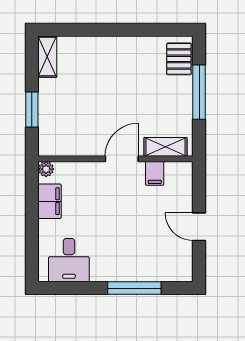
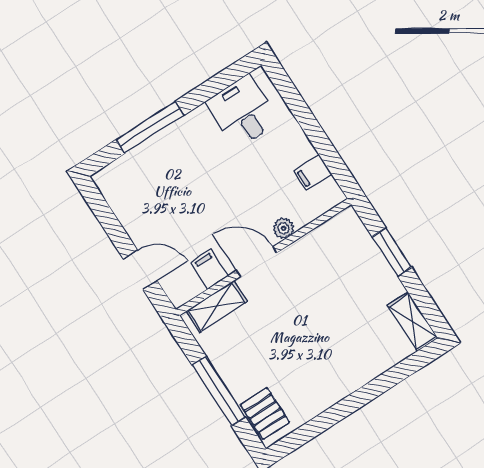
door: (122, 159) -> (257, 262), swing flipped
plant: (46, 169) -> (283, 228), moved
filing cabinet: (49, 201) -> (313, 173), width x0.50
door: (199, 227) -> (140, 270), moved

